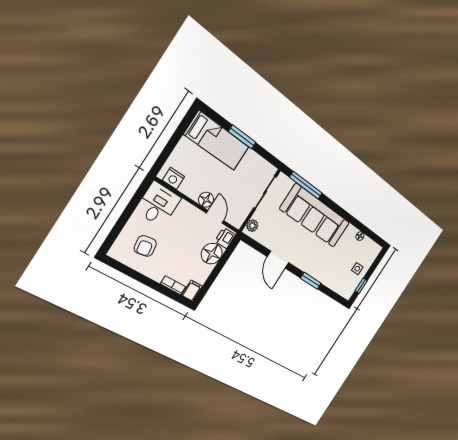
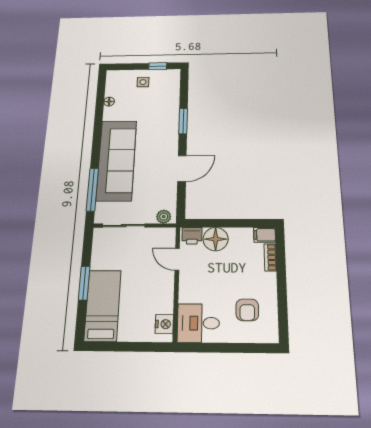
floor lamp: (206, 200) -> (166, 279), removed
door: (215, 217) -> (177, 259), hinge flipped
armchair: (145, 246) -> (247, 310), turned 99

